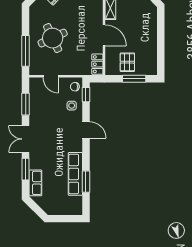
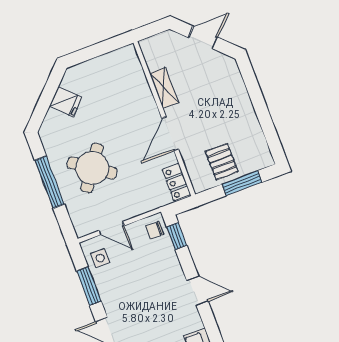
door: (104, 35) -> (170, 134), swing flipped
round table: (53, 38) -> (92, 168), turned -30
window: (26, 51) -> (50, 182), moved
side table: (72, 106) -> (100, 258), moved

